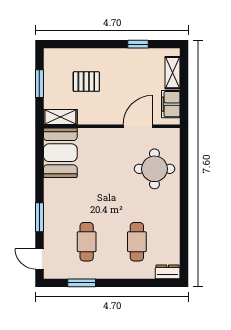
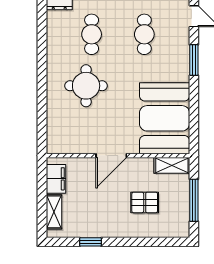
window: (39, 84) -> (194, 200), width x1.44
door: (138, 126) -> (111, 156), moved
booth: (60, 153) -> (165, 118), width x1.36, depth x1.42
round table: (154, 169) -> (86, 86), moved

